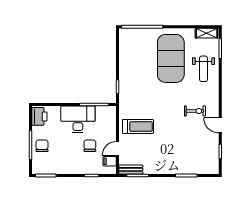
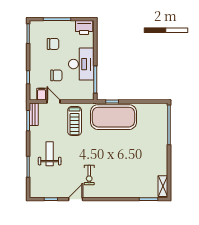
exercise mat: (171, 58) -> (113, 117), moved
weight bench: (204, 69) -> (50, 154), moved, turned 90
chair: (42, 146) -> (53, 44), moved

